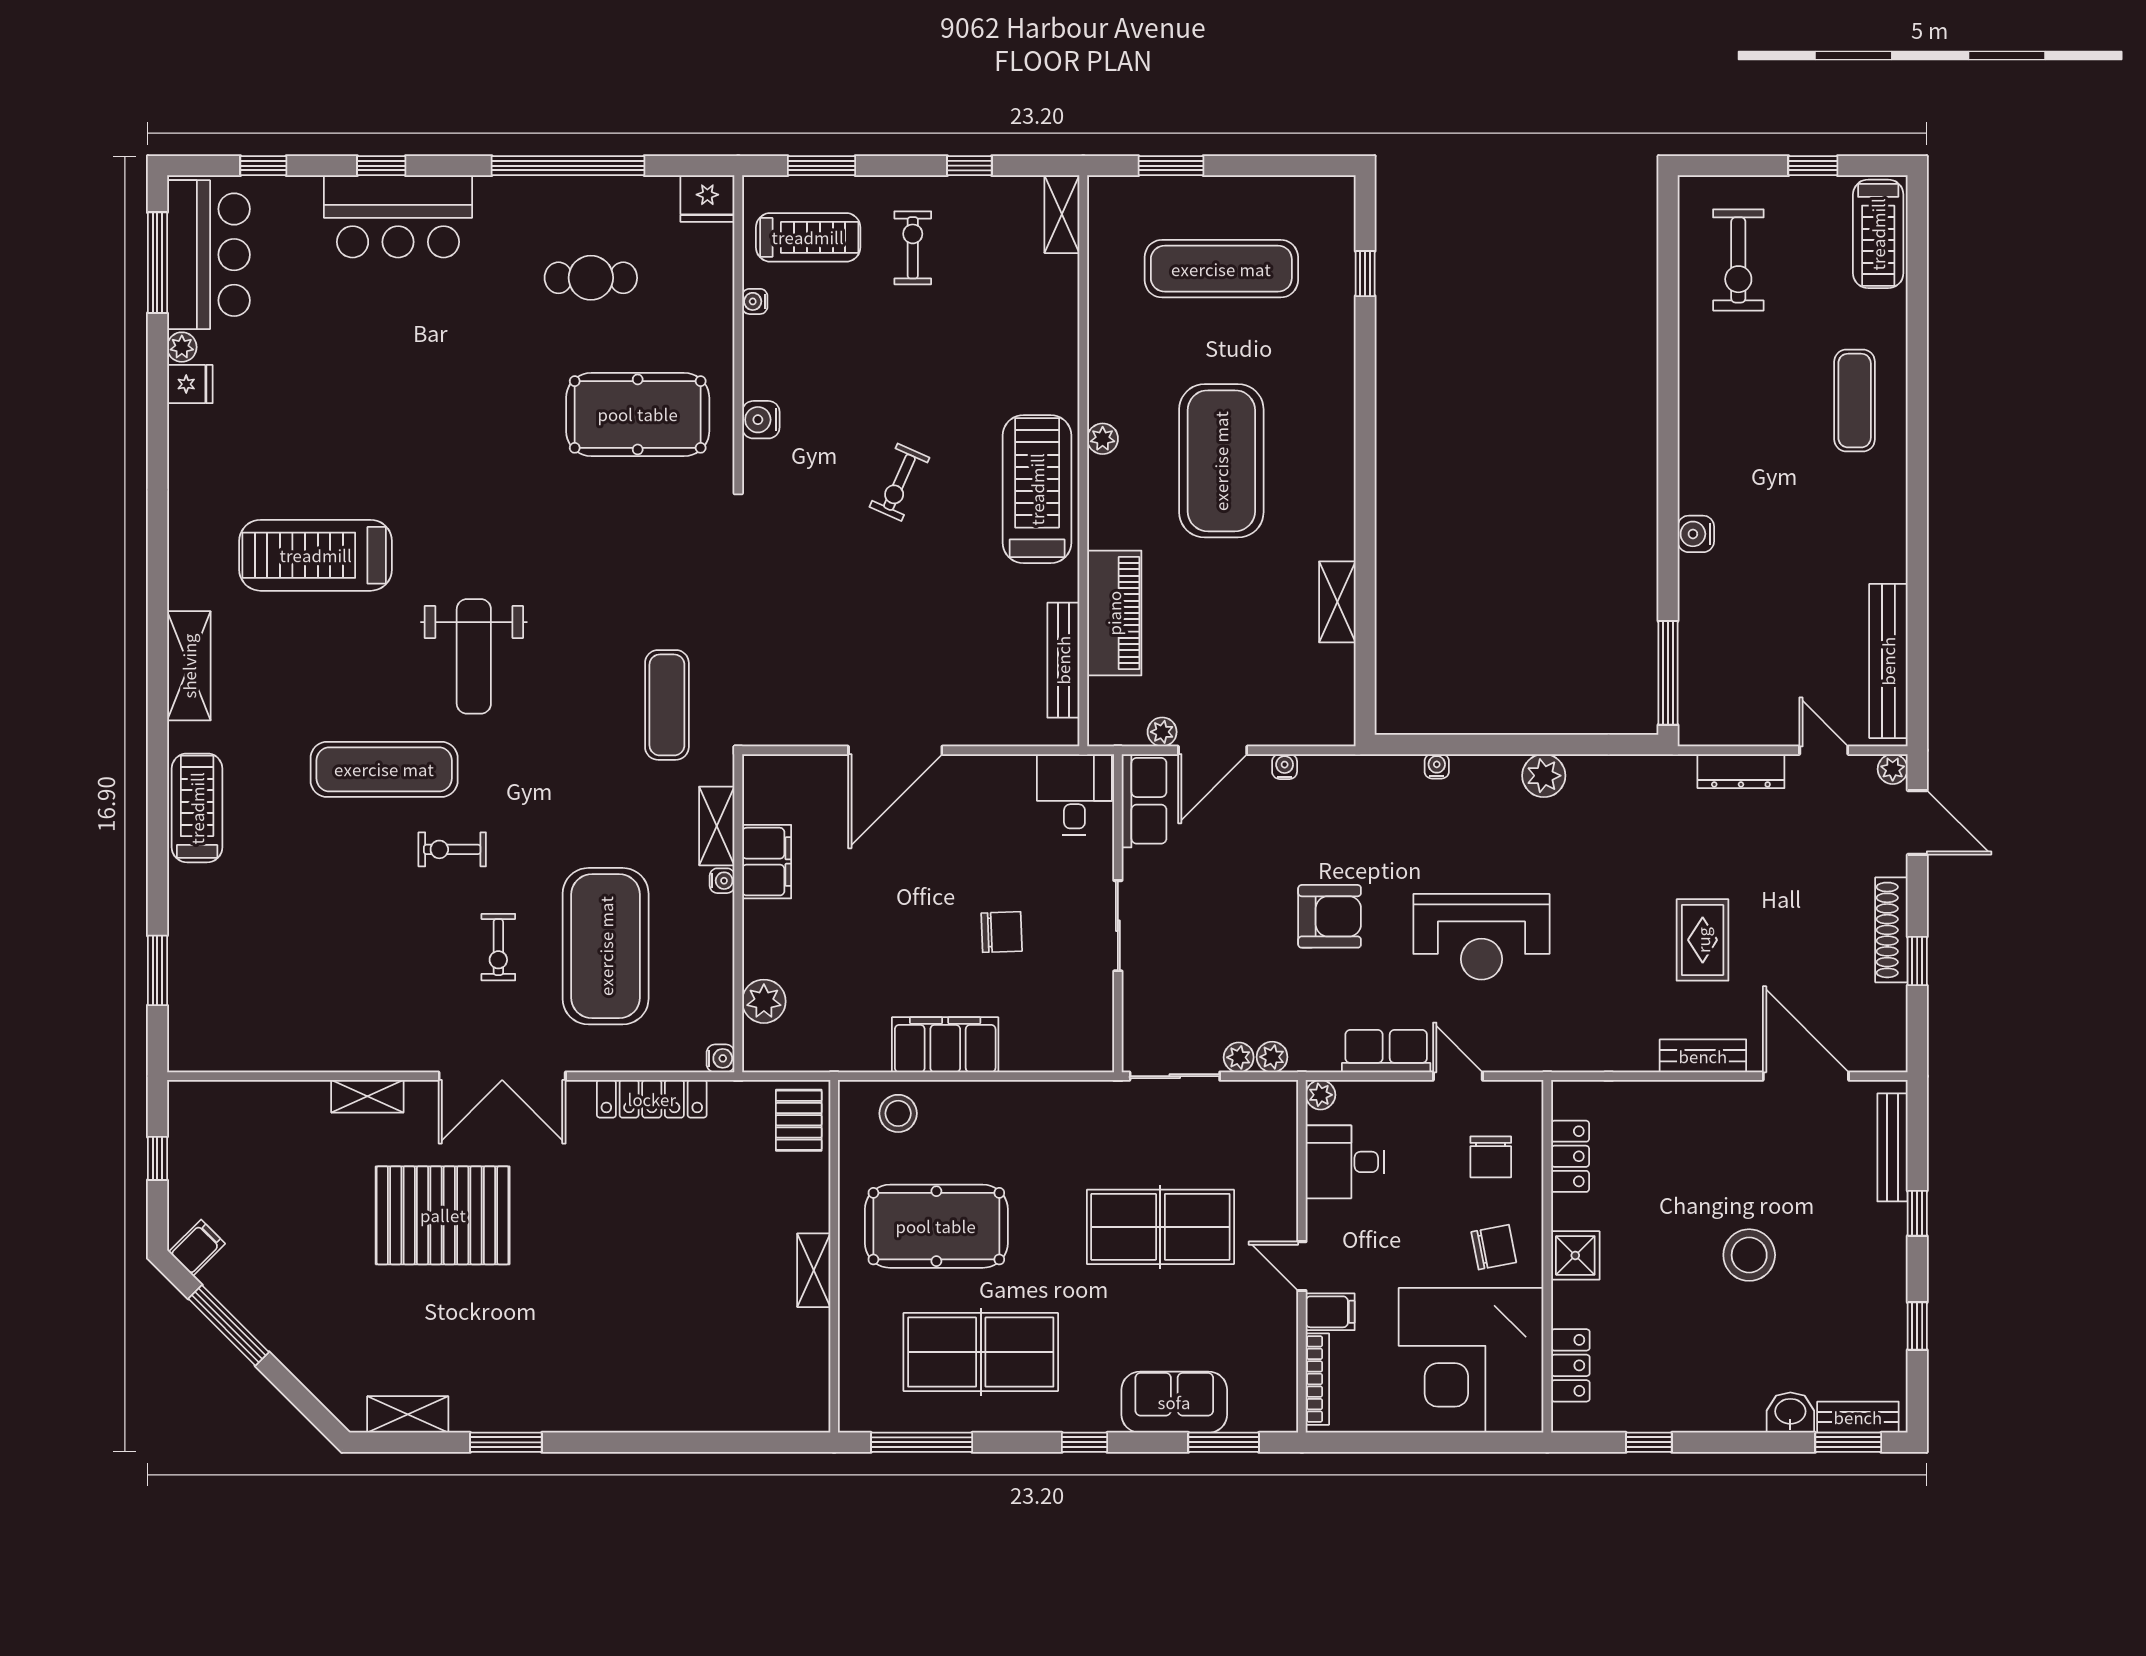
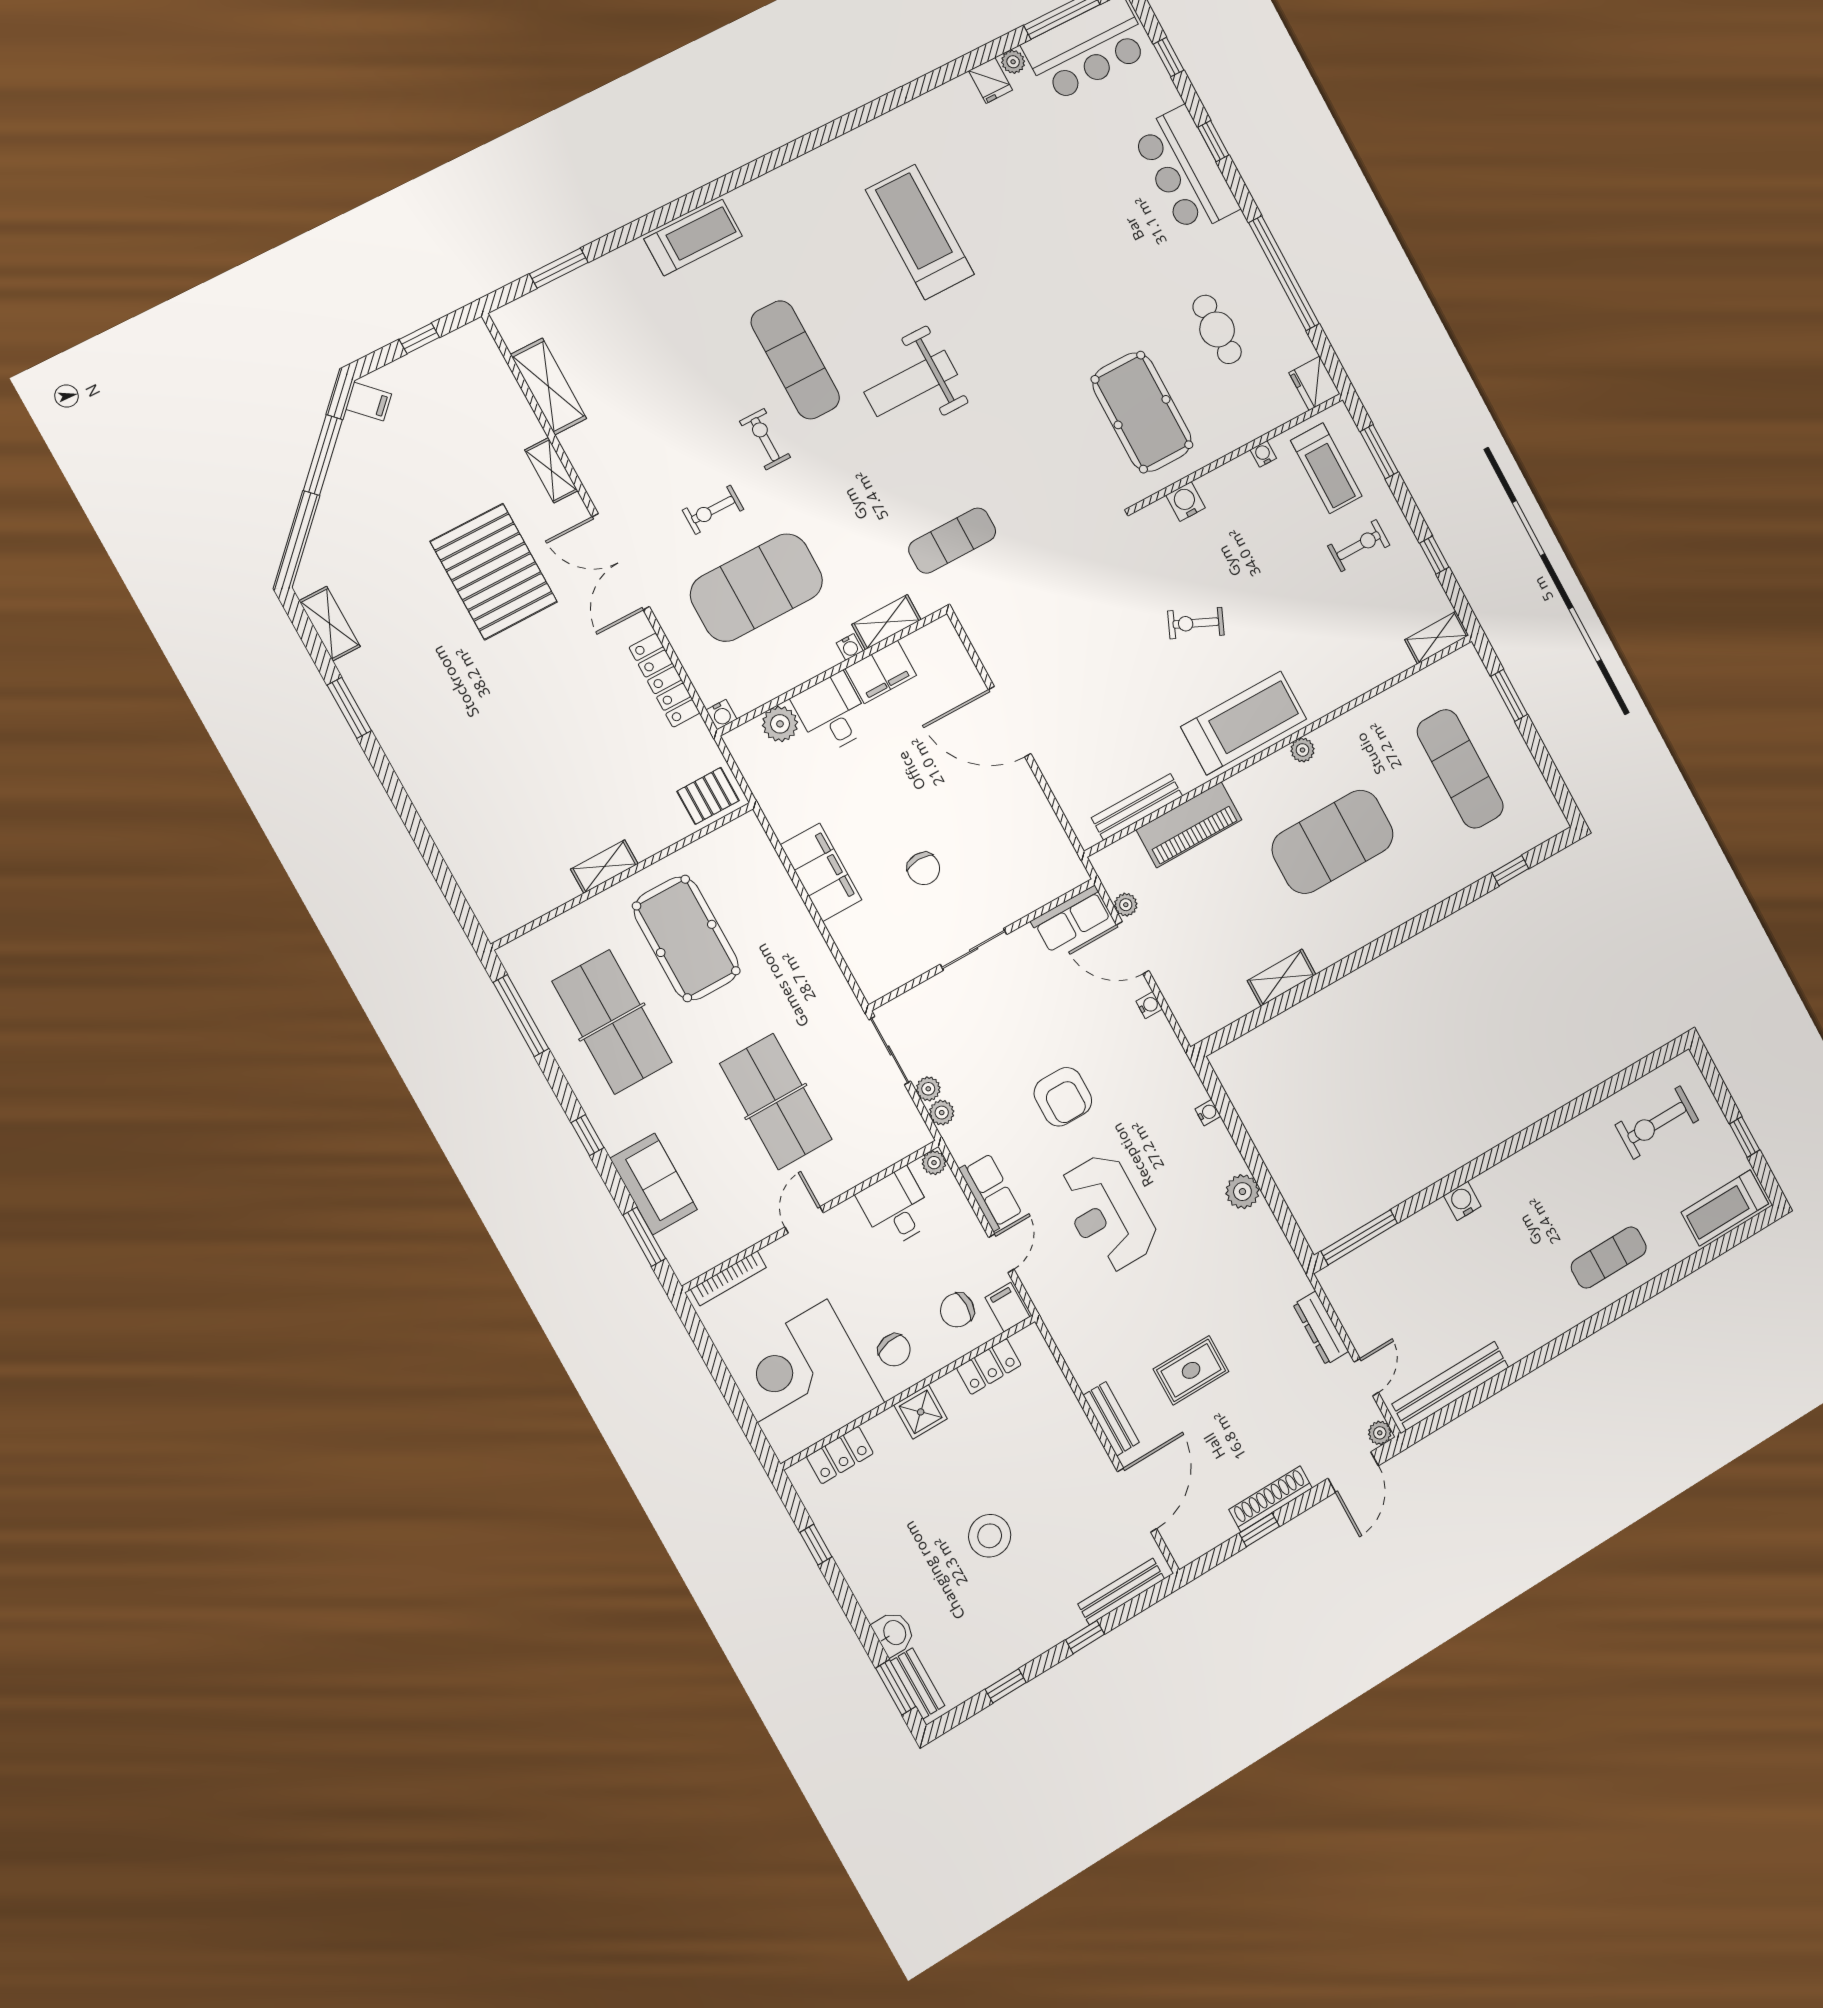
shelving: (189, 666) -> (548, 387), moved, turned 90
desk: (1074, 795) -> (832, 713), moved, turned -90
stool: (898, 1113) -> (753, 865), removed
filing cabinet: (1330, 1312) -> (1007, 1307), moved, turned 180

